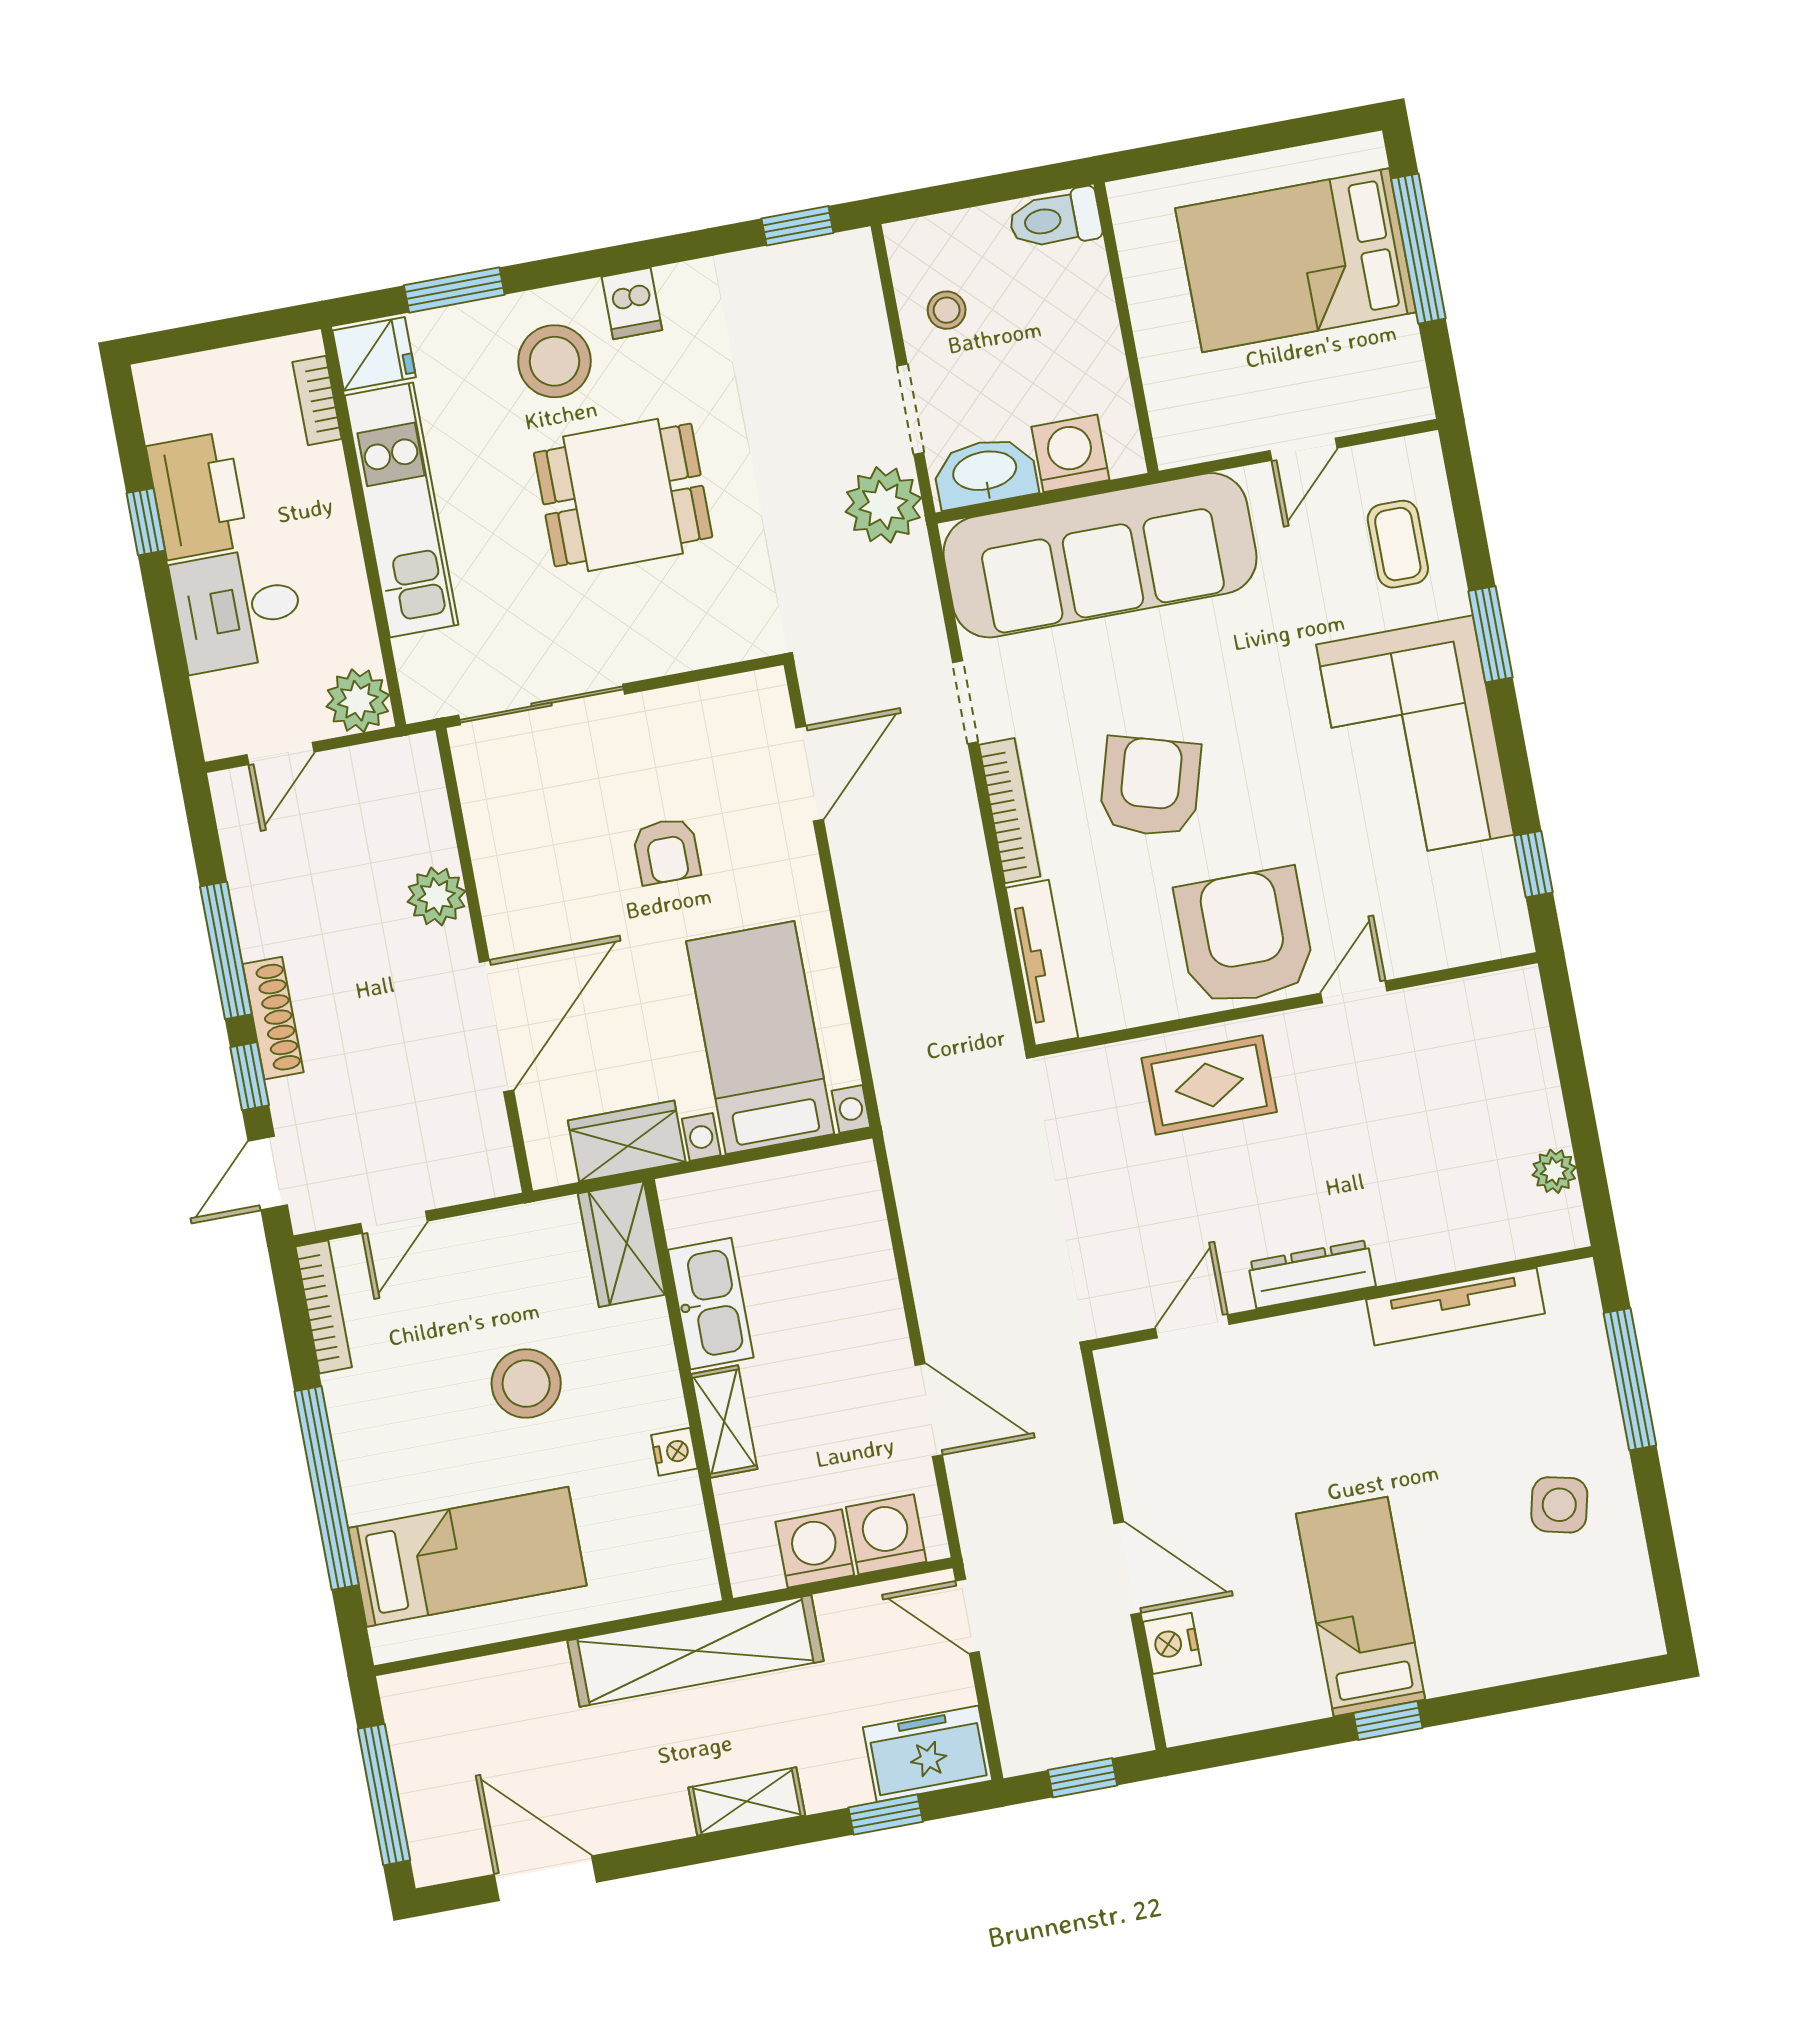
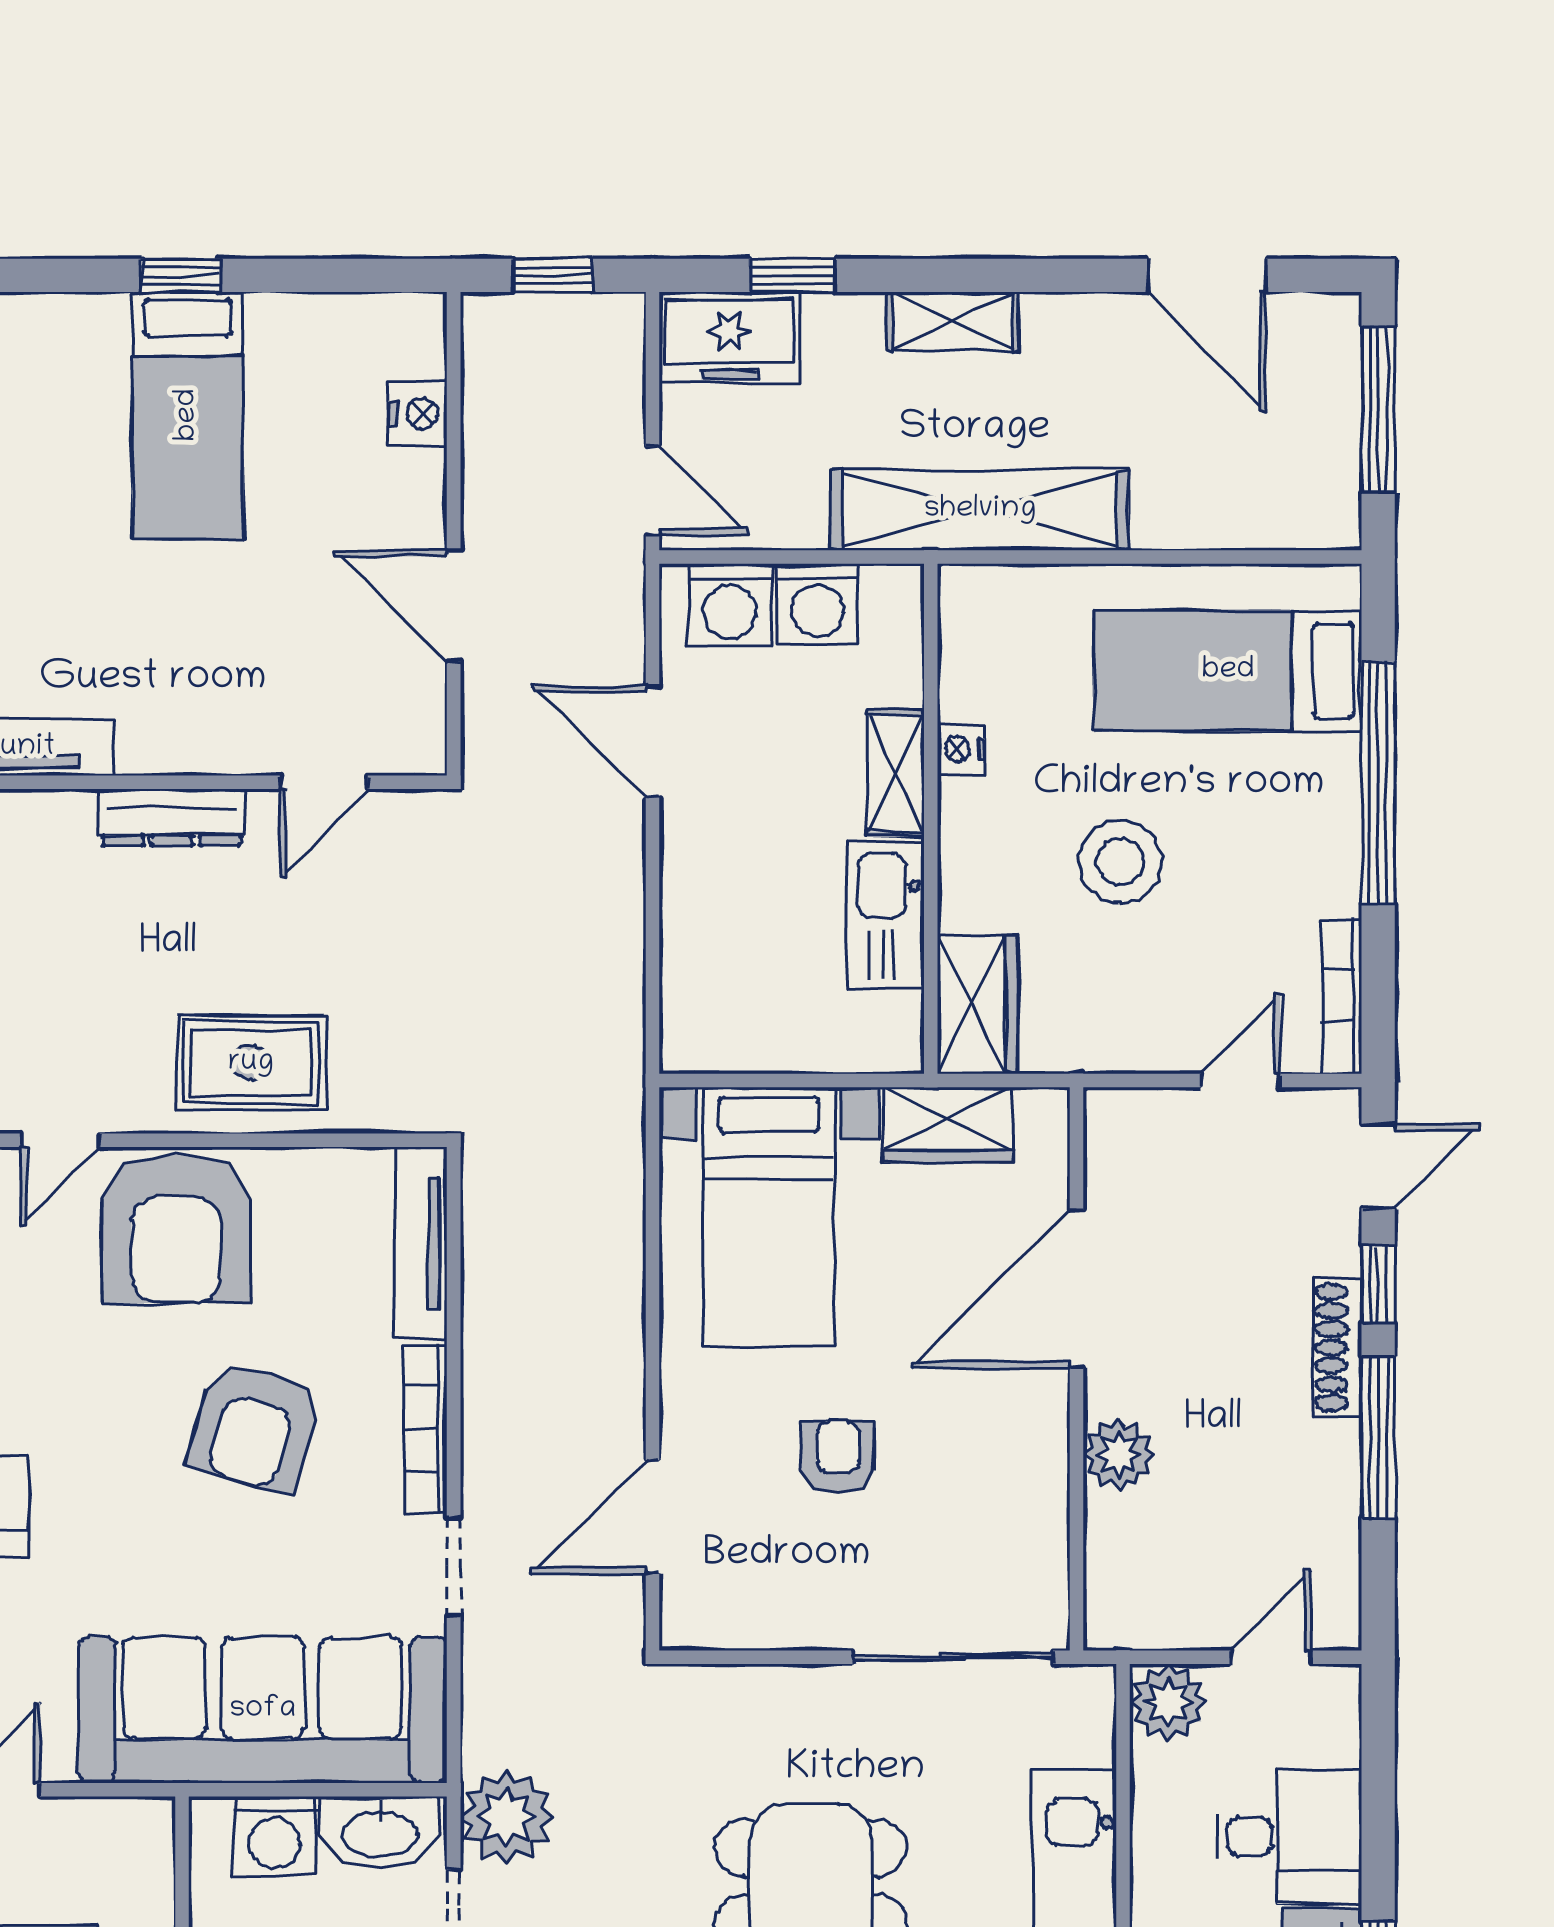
door: (1127, 1568) -> (454, 606), moved

